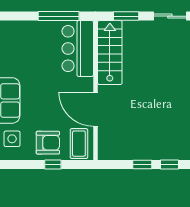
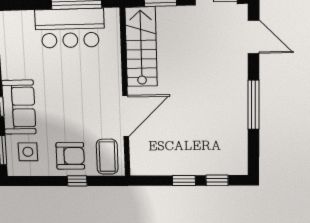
bar counter: (78, 49) -> (70, 28), moved, turned -90
door: (96, 109) -> (126, 116), swing flipped

